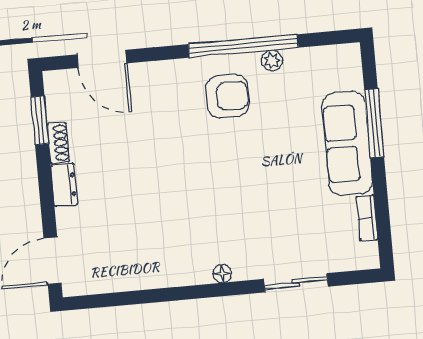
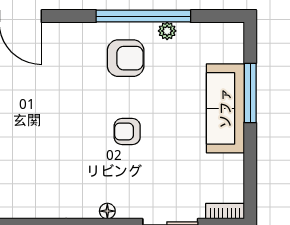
armchair: (237, 180) -> (127, 132), added
bookcase: (367, 218) -> (225, 211), moved, turned 90

